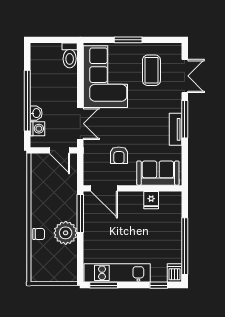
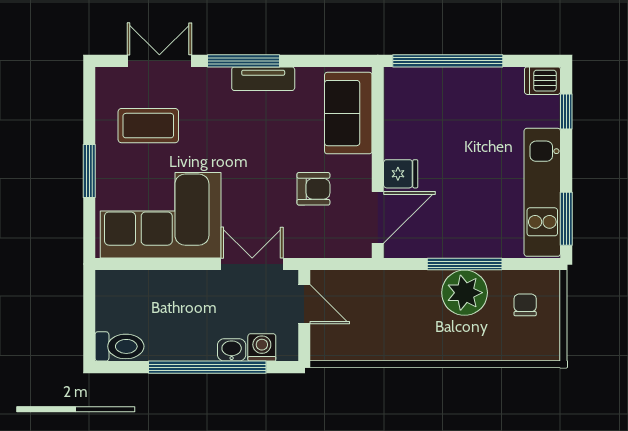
toilet: (70, 55) -> (119, 346), moved
door: (60, 150) -> (304, 304), hinge flipped
fridge: (151, 200) -> (401, 174), moved
window: (80, 213) -> (465, 264), moved
chair: (39, 234) -> (525, 305), moved
window: (185, 246) -> (448, 61), moved

